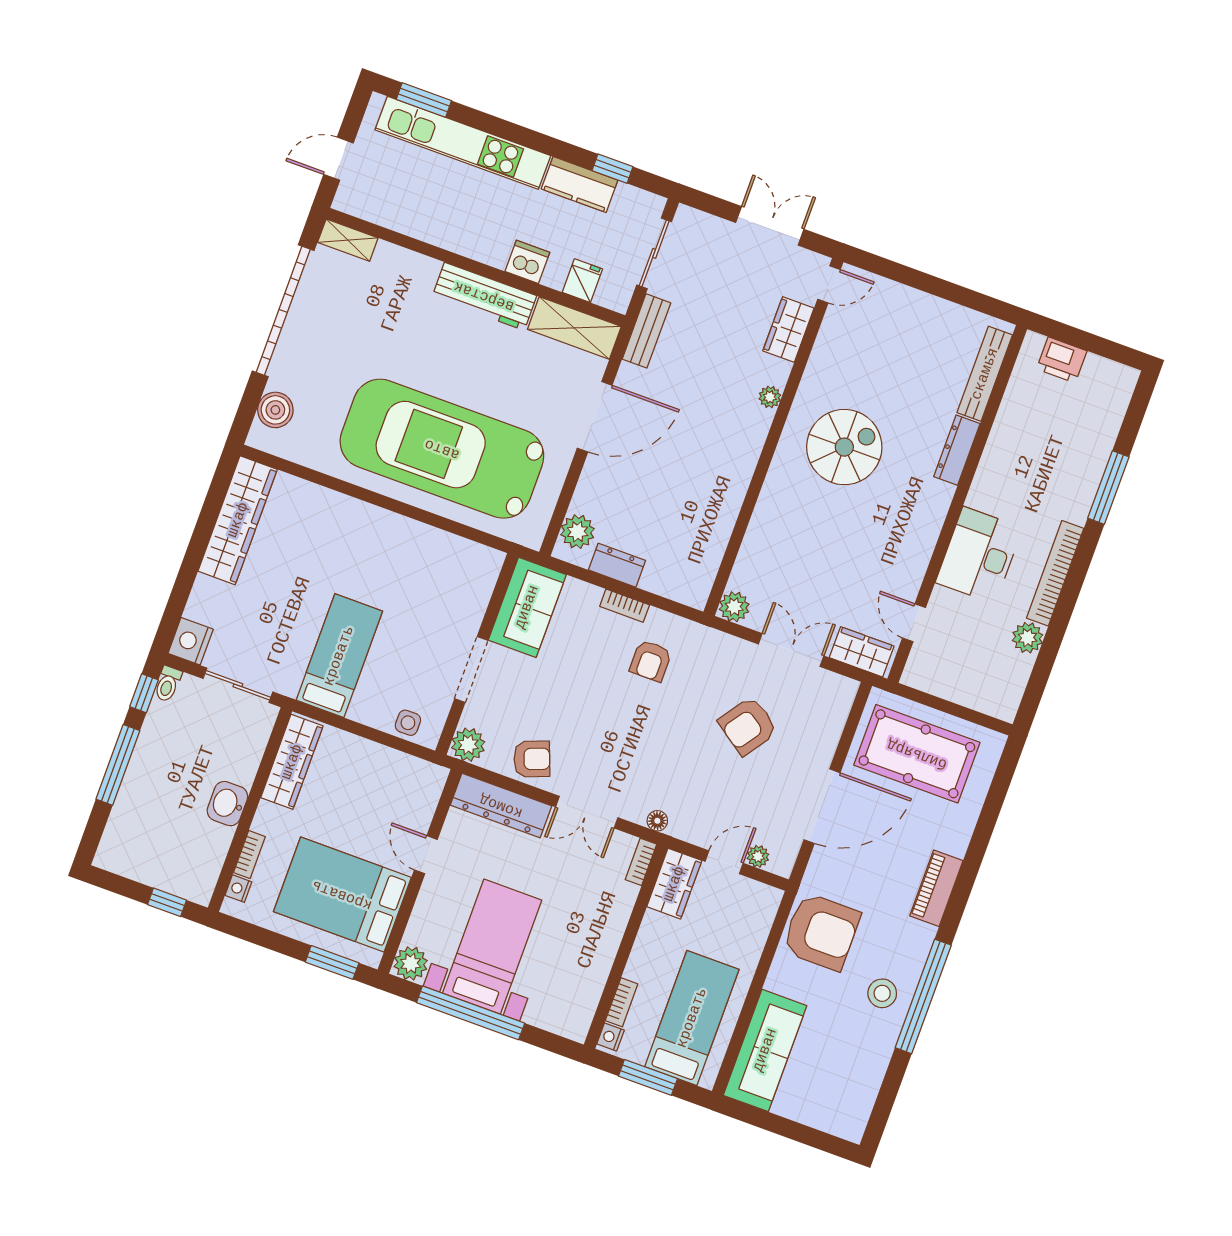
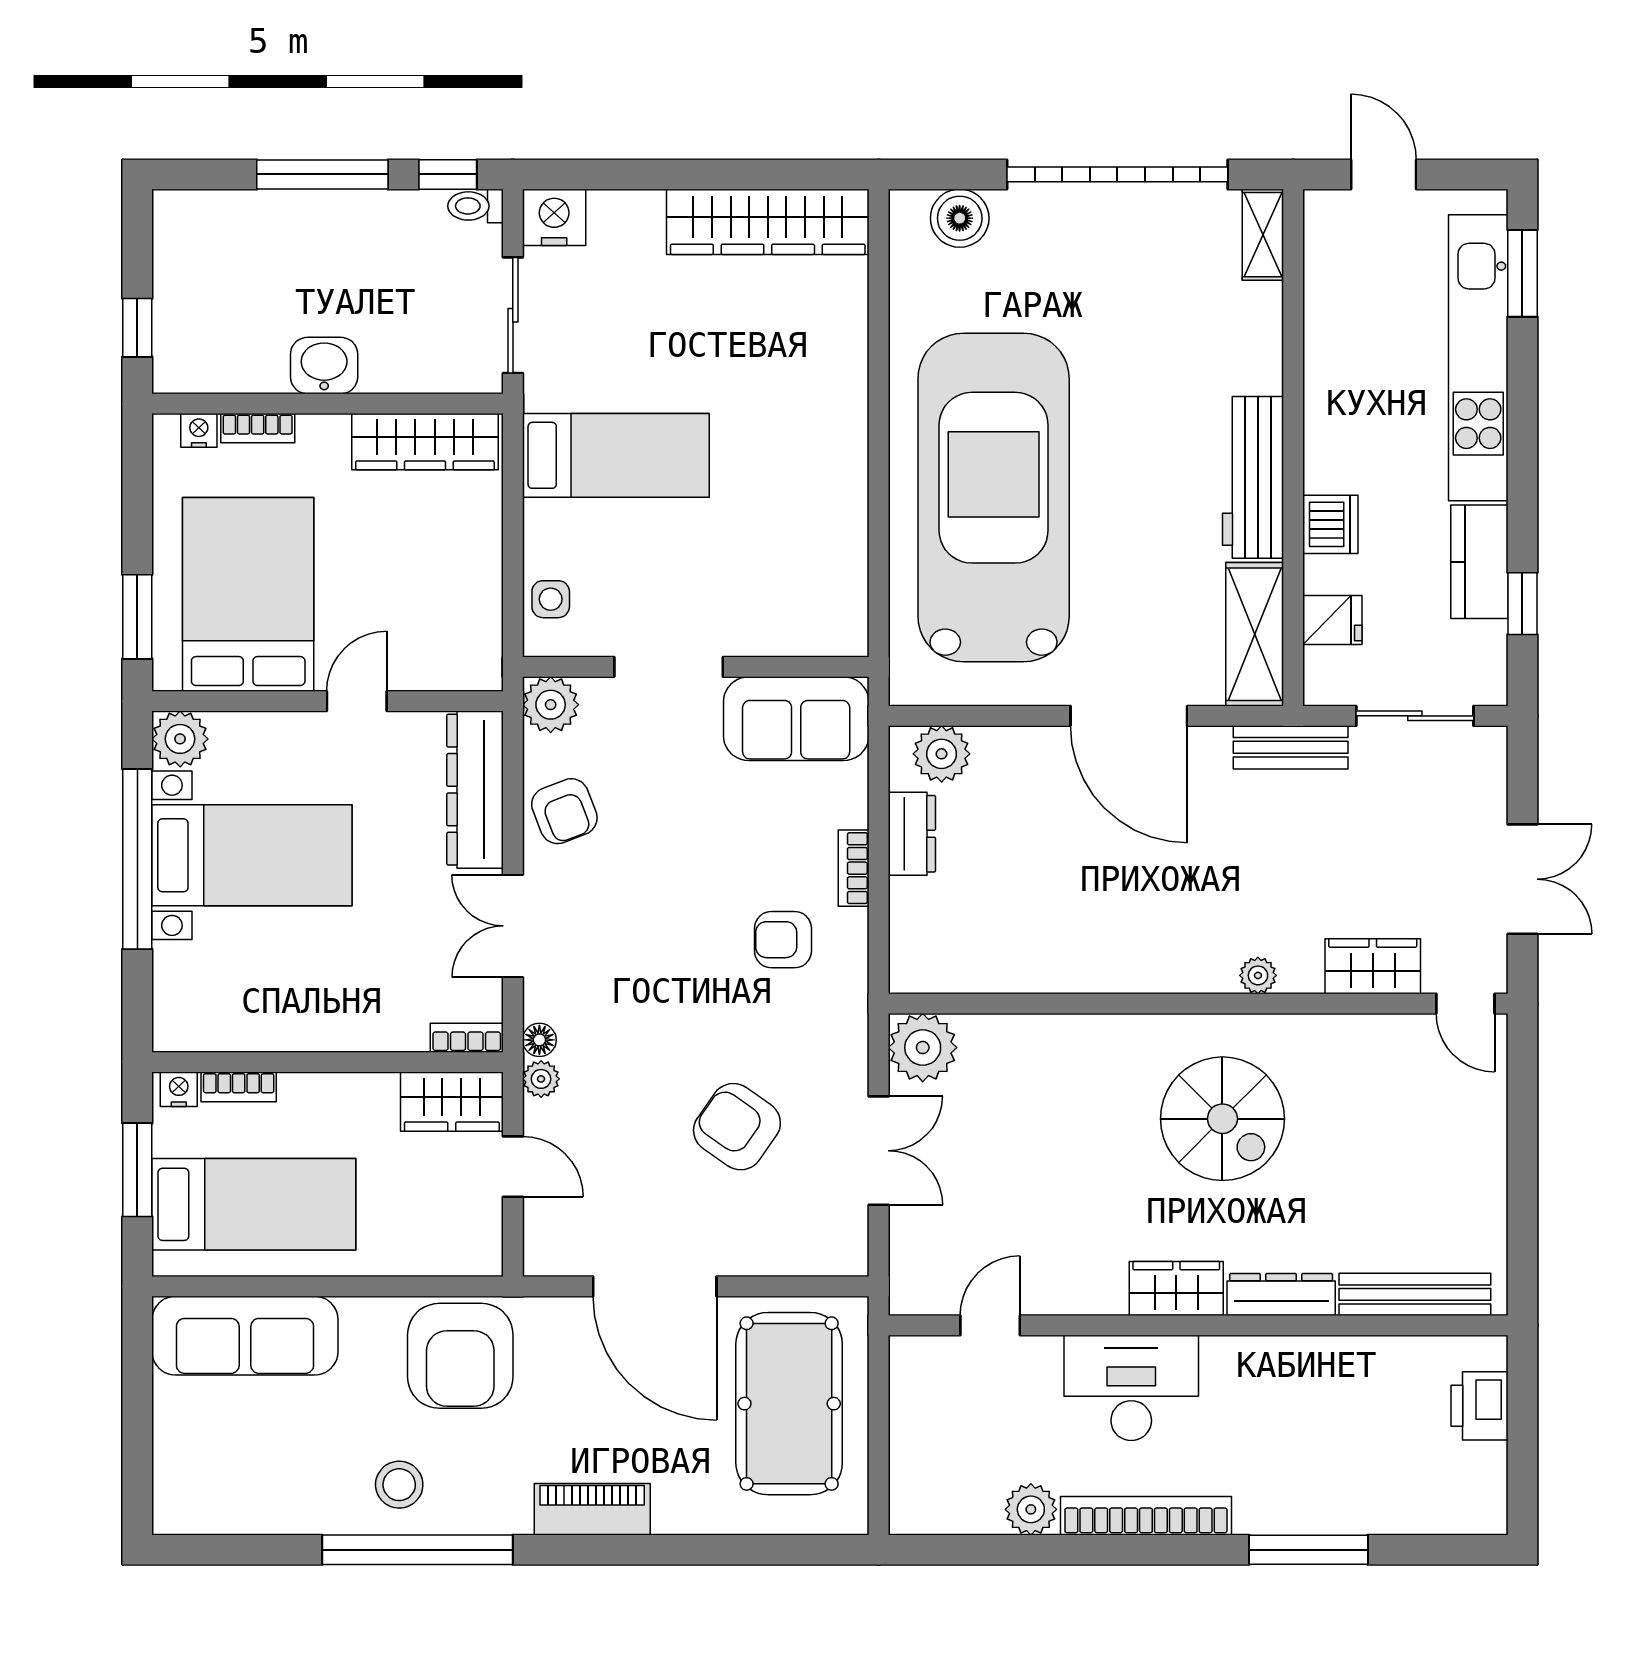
plant: (734, 607) -> (923, 1048), width x1.36, depth x1.36
wardrobe: (862, 652) -> (1176, 1288), moved, turned -90
plant: (758, 856) -> (541, 1079), moved

